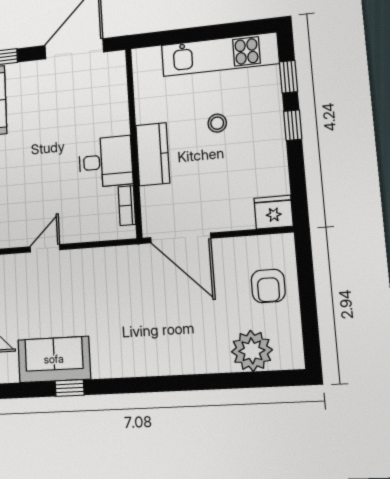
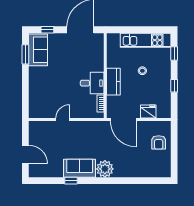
window: (293, 125) -> (174, 86), moved
fridge: (274, 212) -> (148, 112), moved
plant: (252, 351) -> (105, 169), moved
sofa: (54, 359) -> (80, 168), moved

